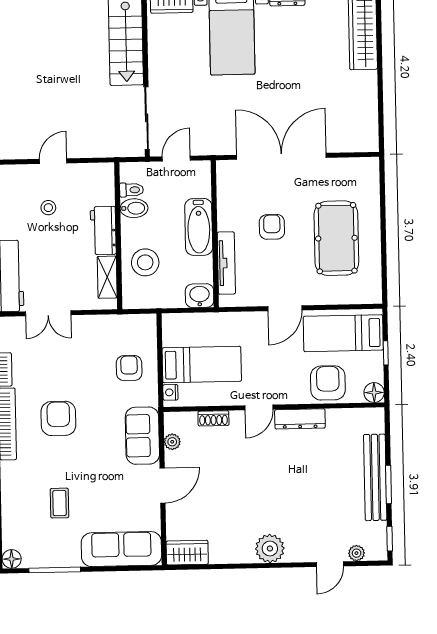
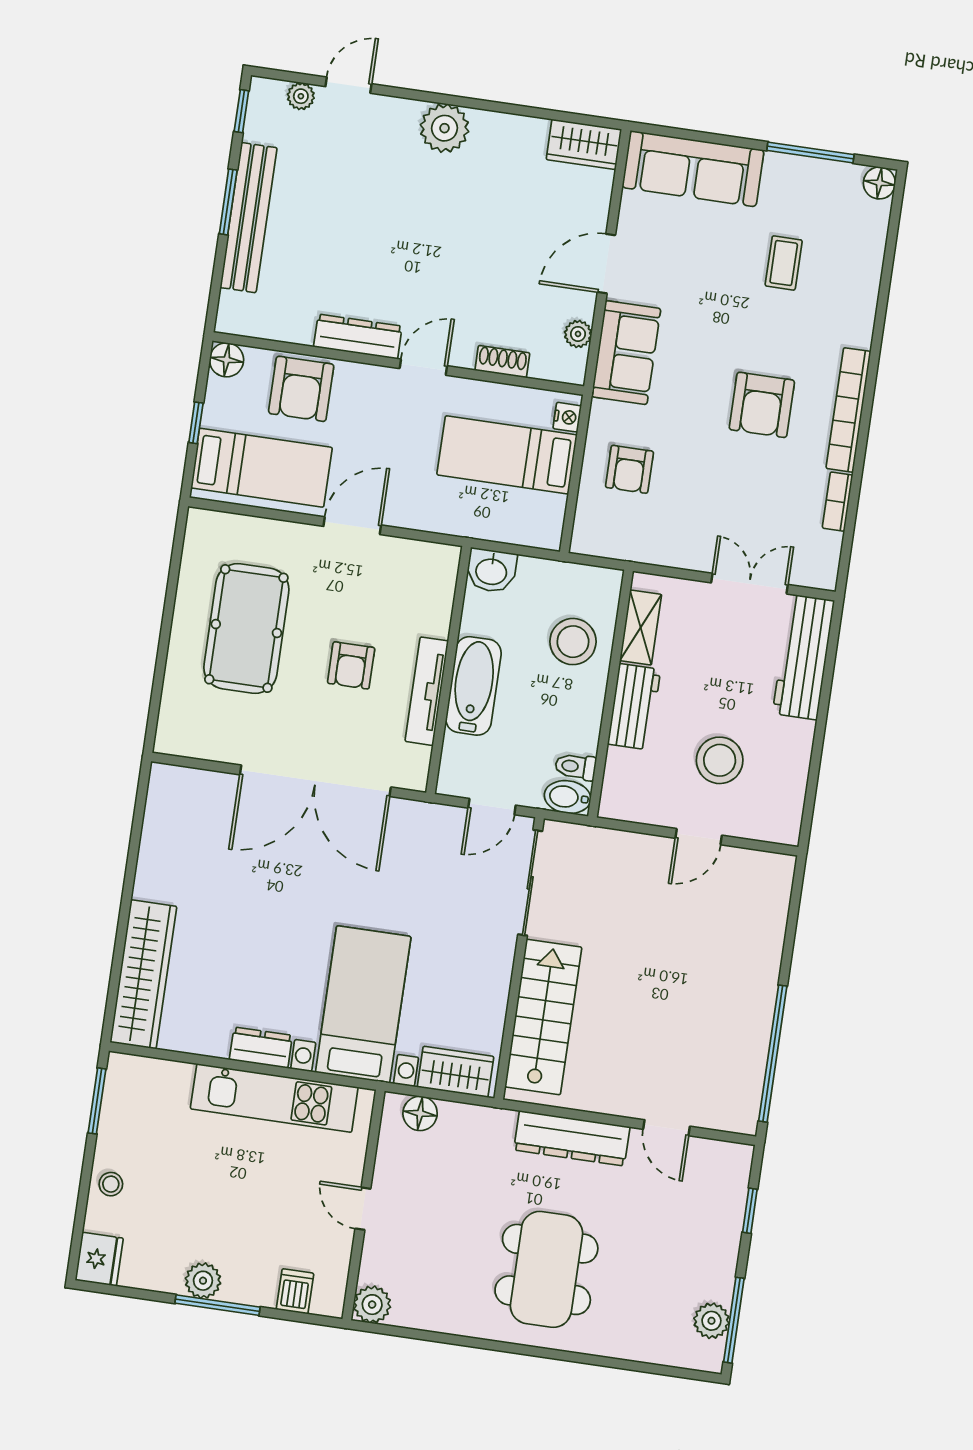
stool: (48, 208) -> (720, 760), width x1.89, depth x1.89
bidet: (134, 208) -> (568, 797), moved
tv unit: (226, 263) -> (427, 691), moved

